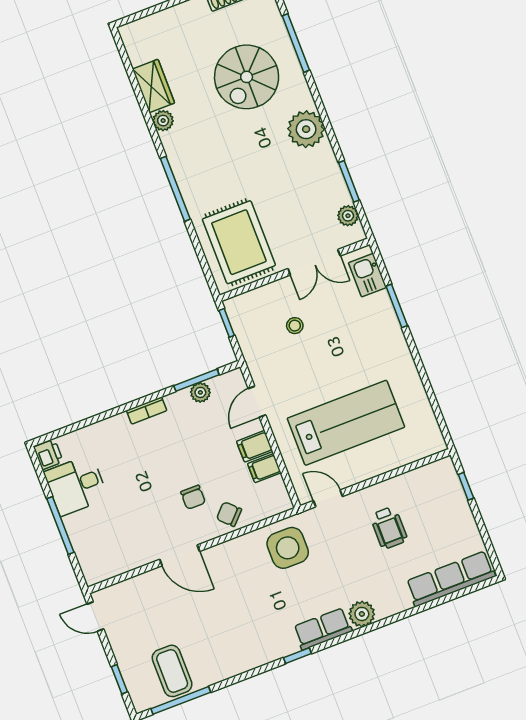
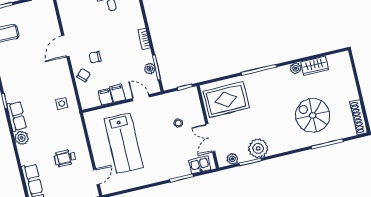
plant: (306, 129) -> (258, 148), moved
door: (328, 498) -> (96, 177), moved
side table: (288, 548) -> (62, 103), width x0.54, depth x0.54

